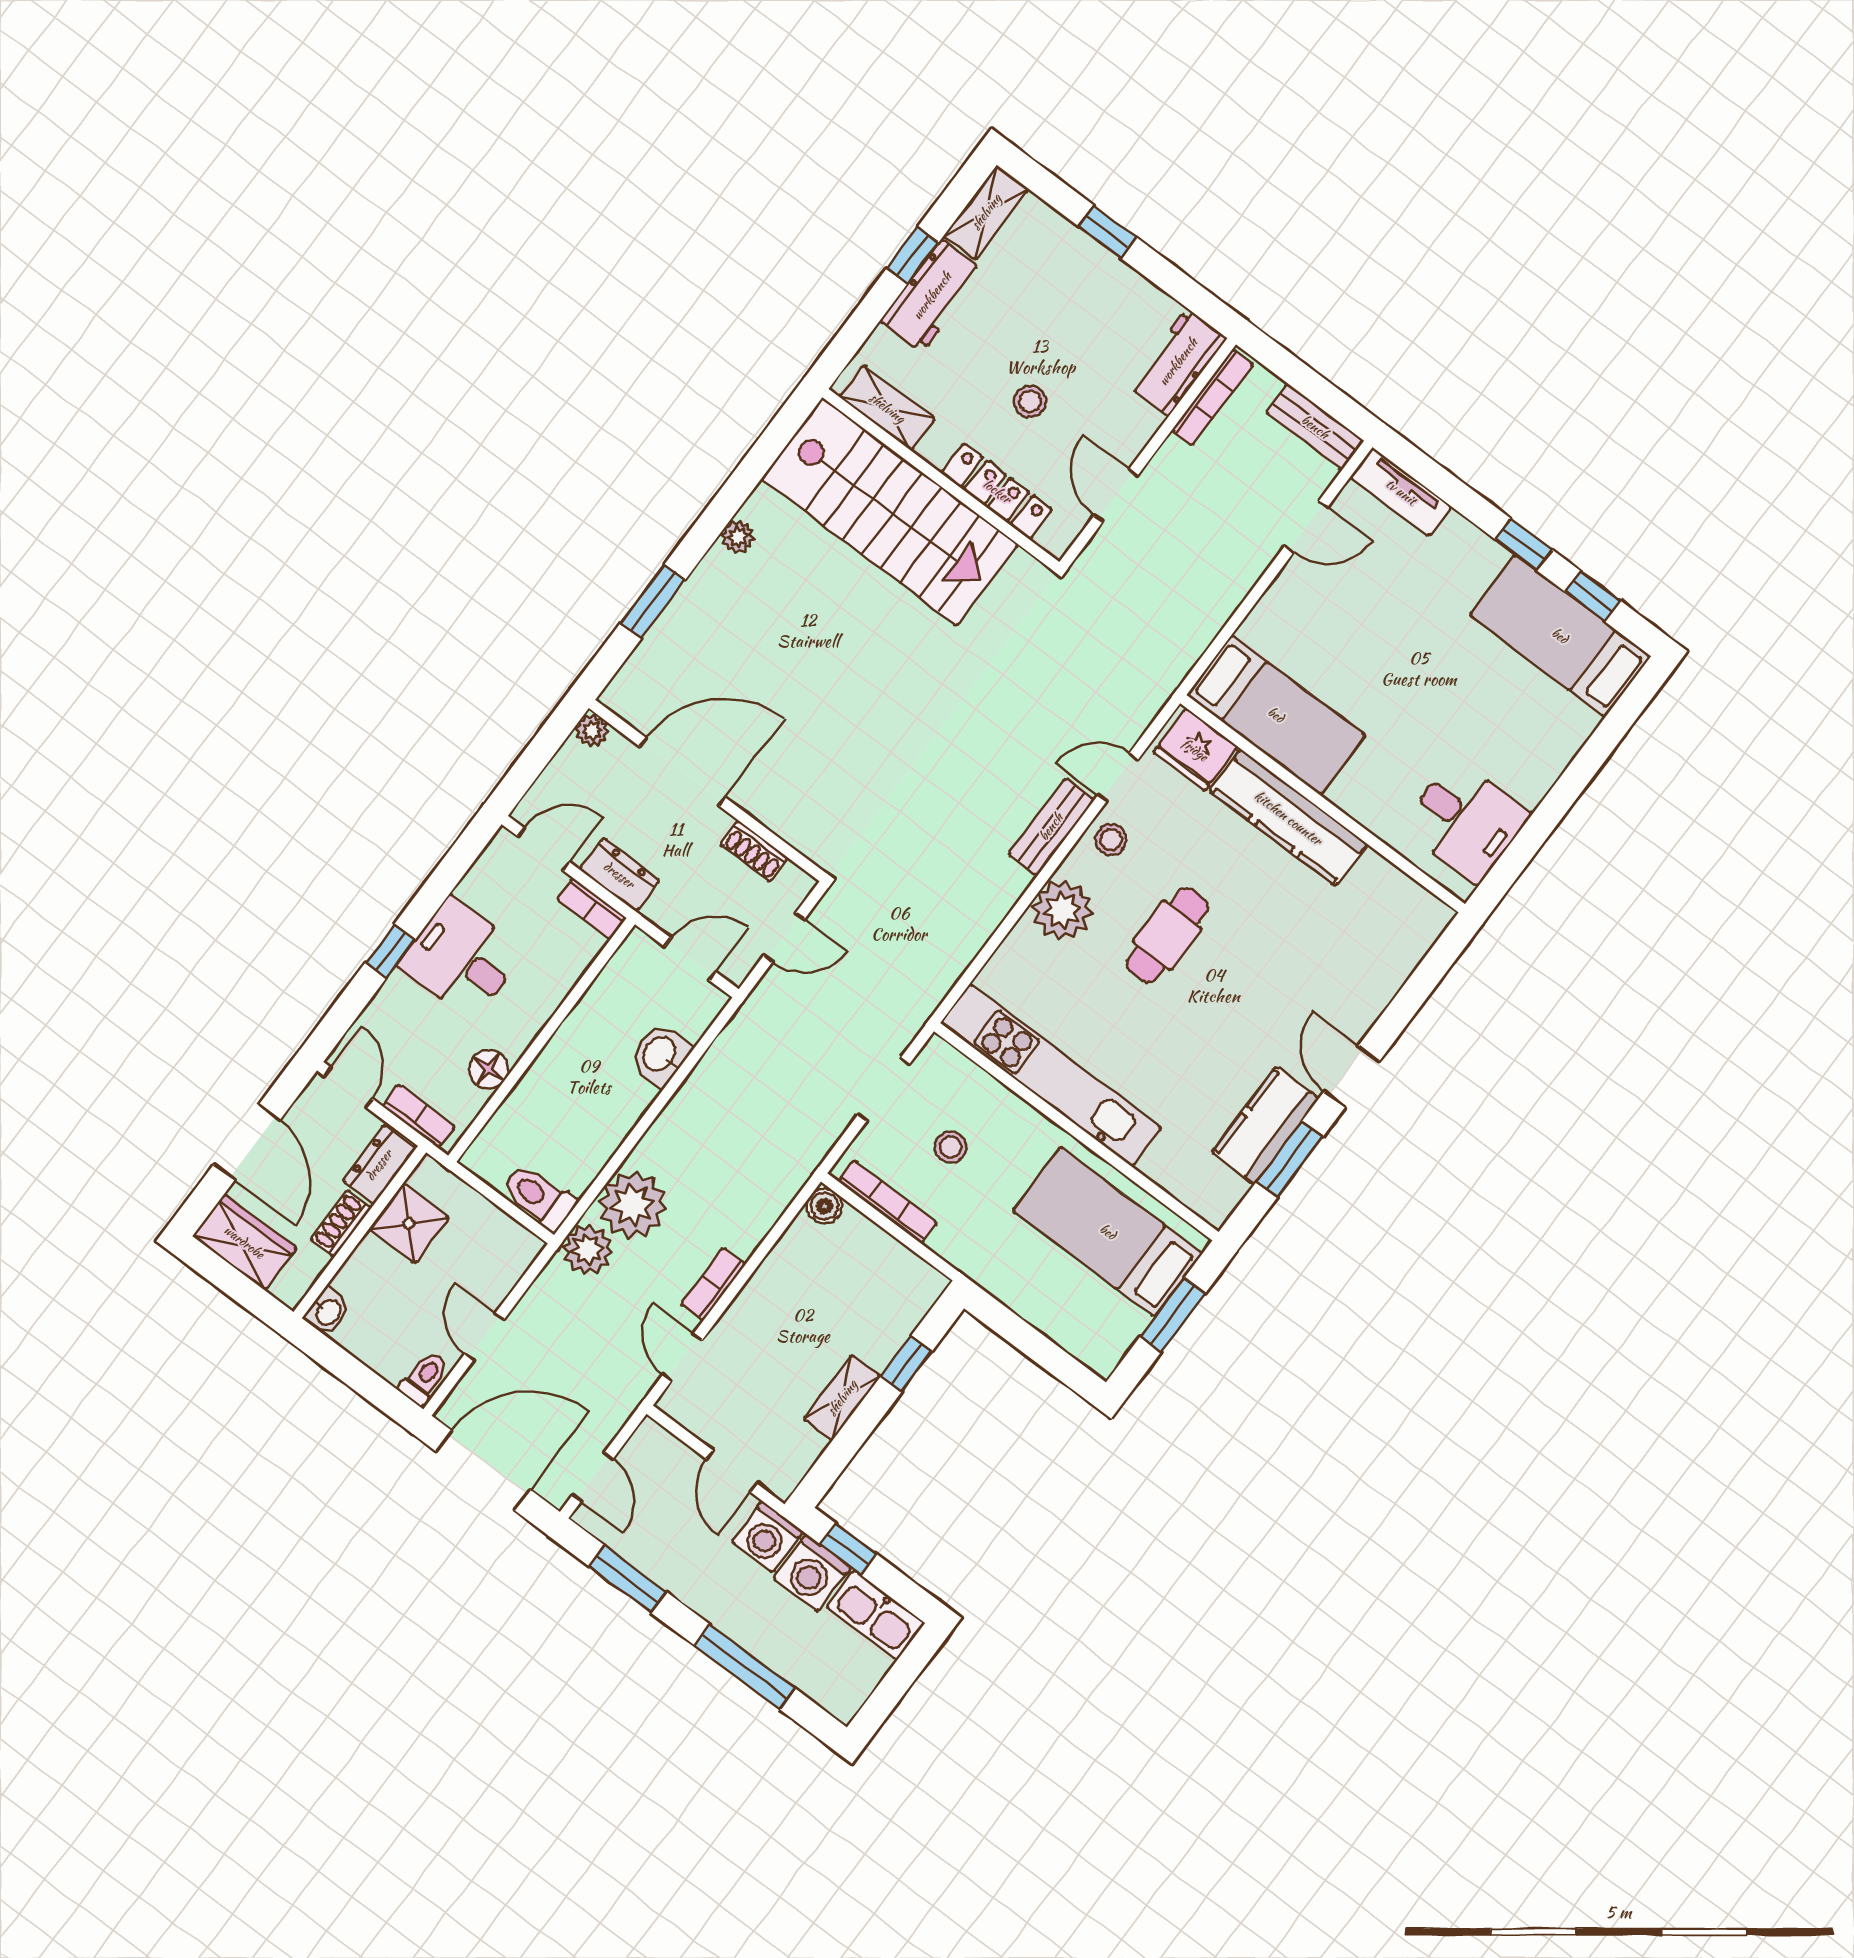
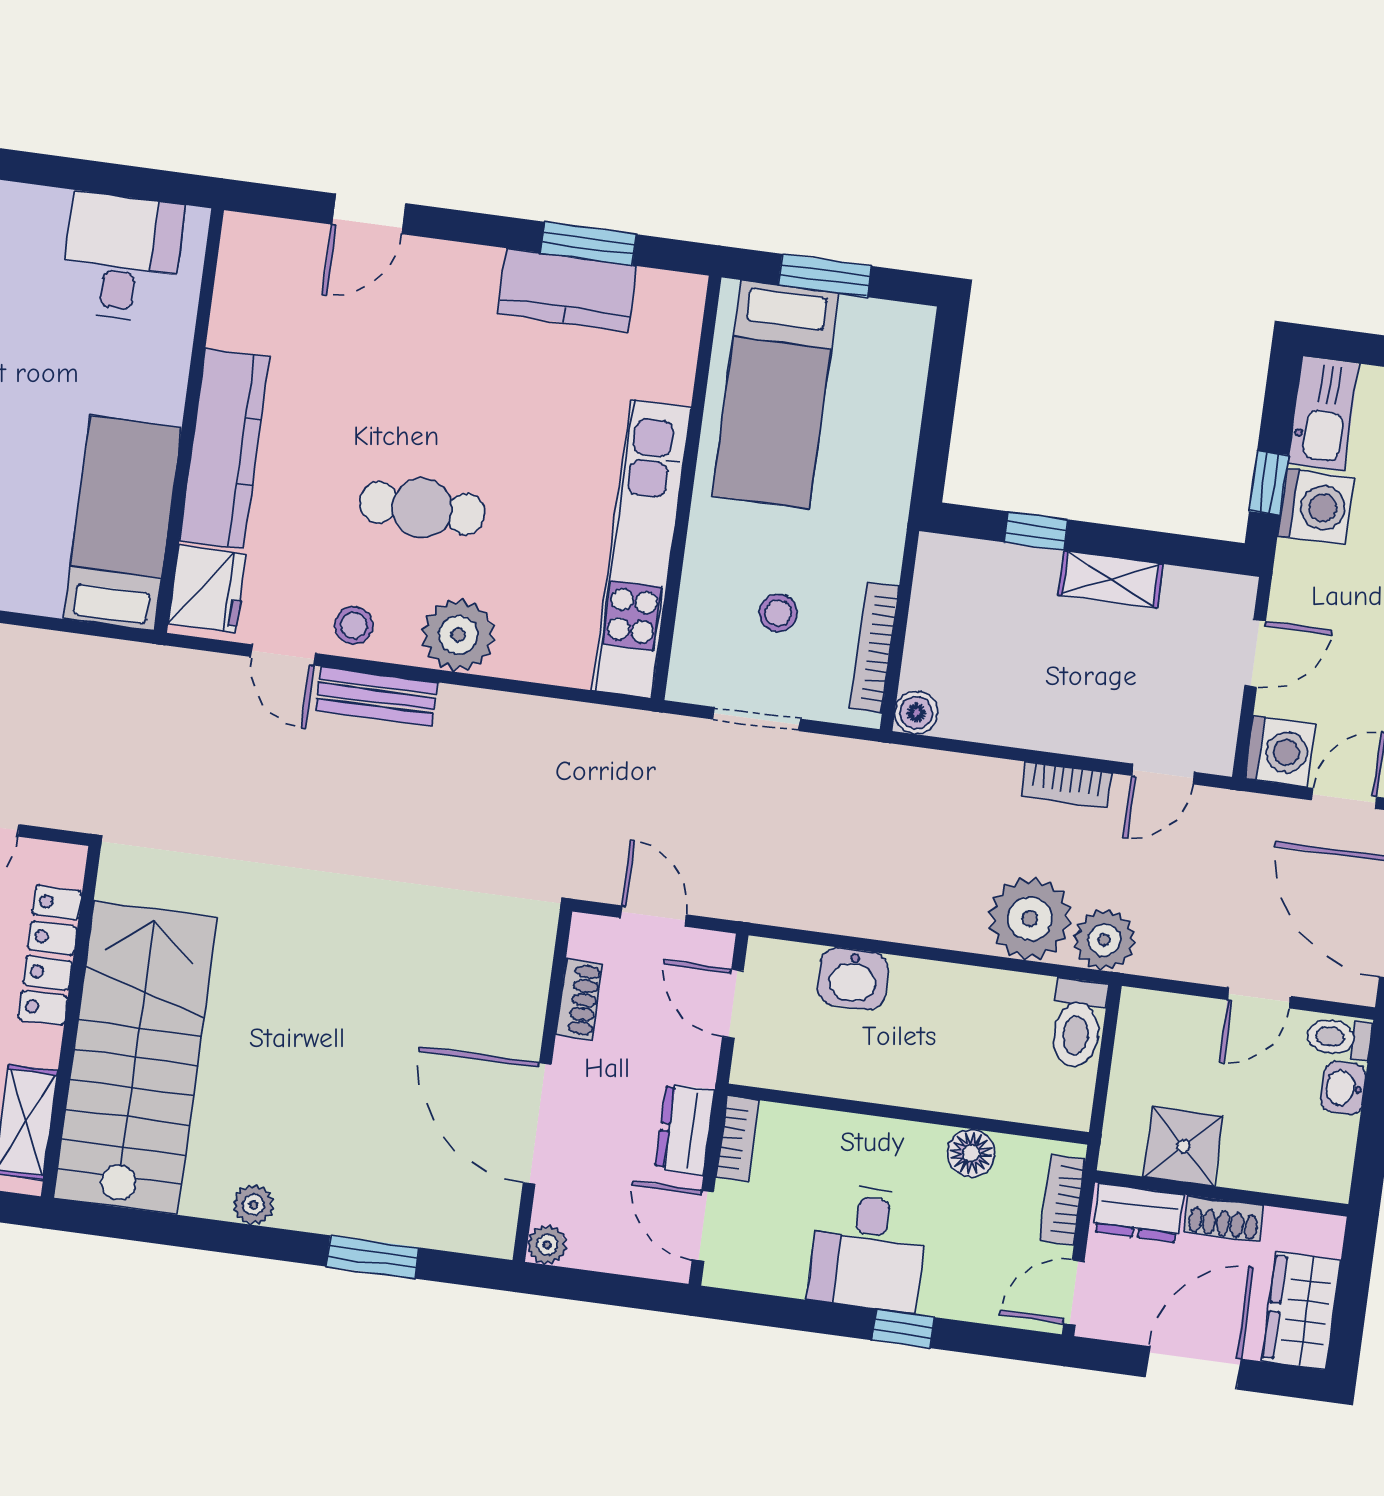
door: (1352, 1077) -> (369, 214), moved
washbasin: (328, 1312) -> (1343, 1088), moved, turned -90
washing machine: (767, 1537) -> (1280, 751), moved

